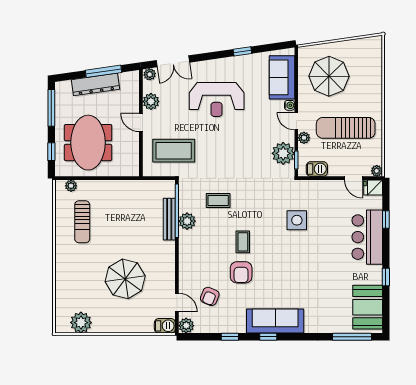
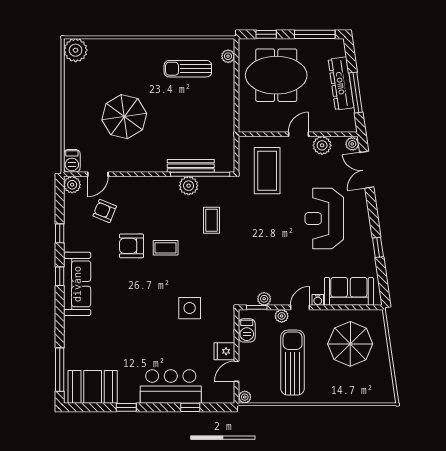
plant: (283, 153) -> (264, 299), width x0.53, depth x0.53
fridge: (373, 188) -> (224, 351), moved, turned -90
plant: (81, 323) -> (76, 50), moved

